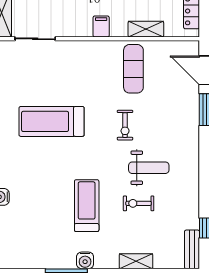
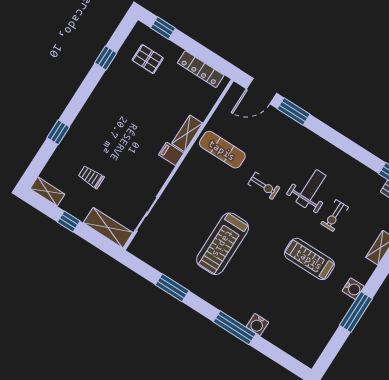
shelving: (146, 29) -> (187, 133), moved

